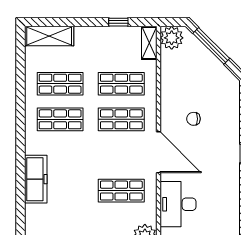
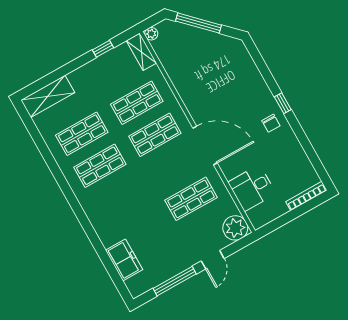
plant: (172, 38) -> (151, 34), width x0.53, depth x0.53
chair: (193, 119) -> (271, 123), moved, turned -90
freezer: (36, 179) -> (124, 260), moved, width x0.71
desk: (178, 204) -> (252, 188), width x0.73

